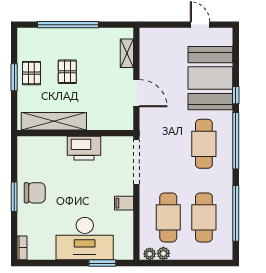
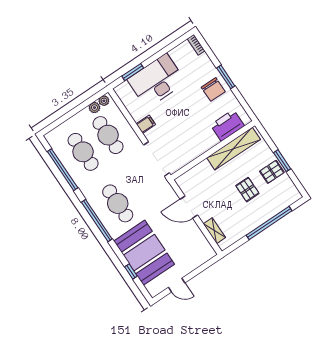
pallet: (31, 73) -> (272, 172), turned 90
window: (236, 95) -> (131, 271), moved
printer: (84, 148) -> (227, 125), moved
chair: (35, 193) -> (213, 89), turned -90

